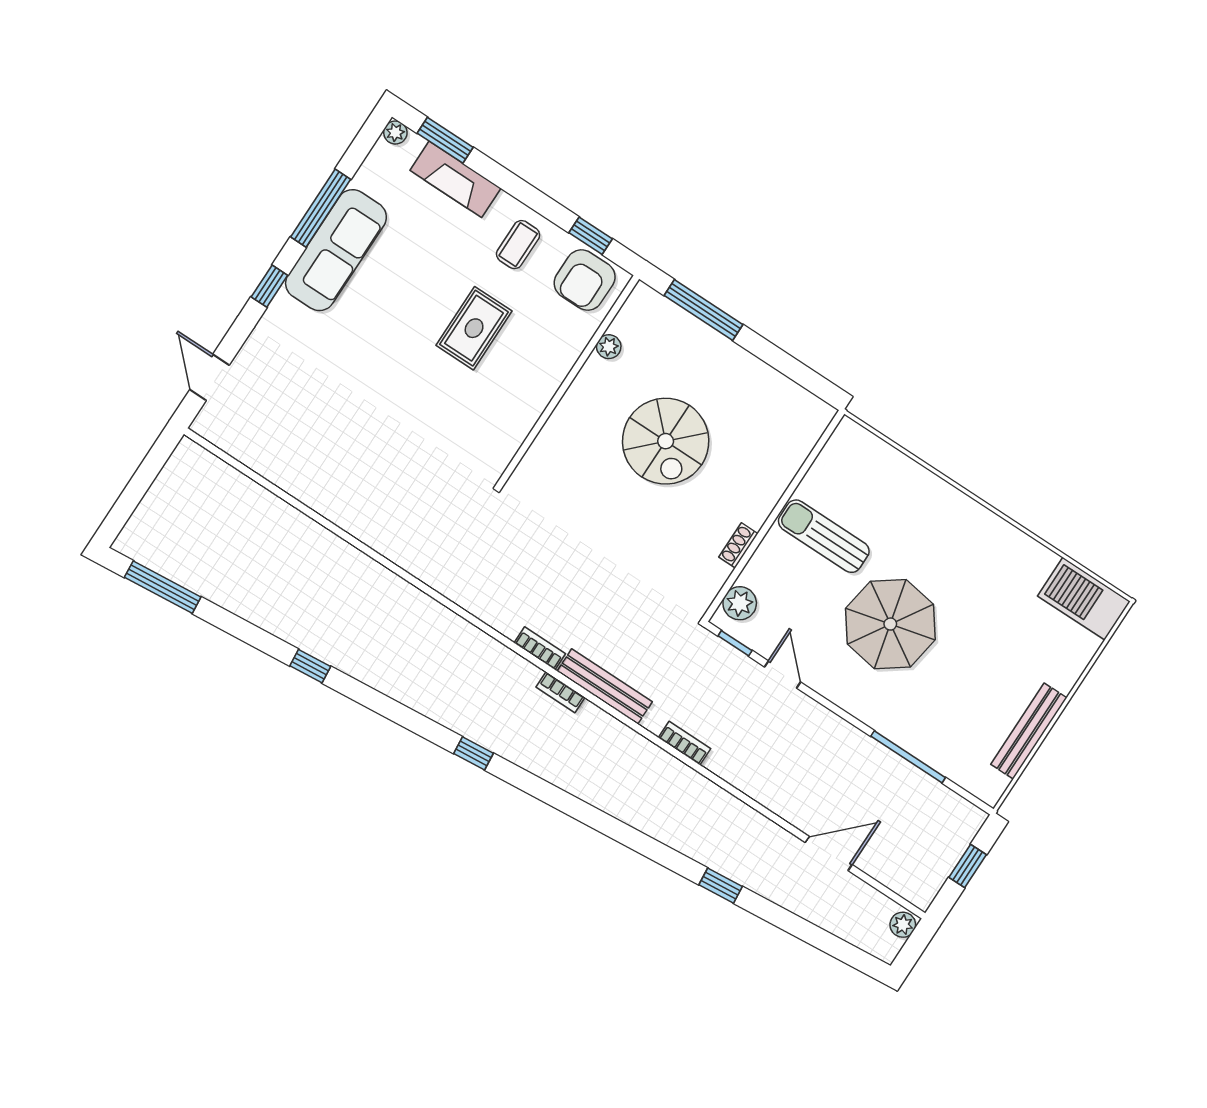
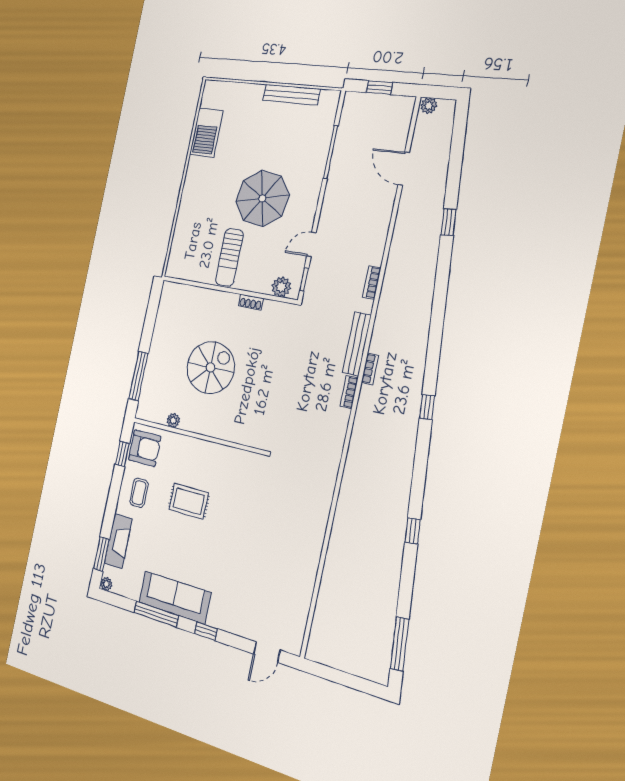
coffee table: (518, 245) -> (139, 493), turned 90
barbecue: (1084, 599) -> (206, 133), moved

